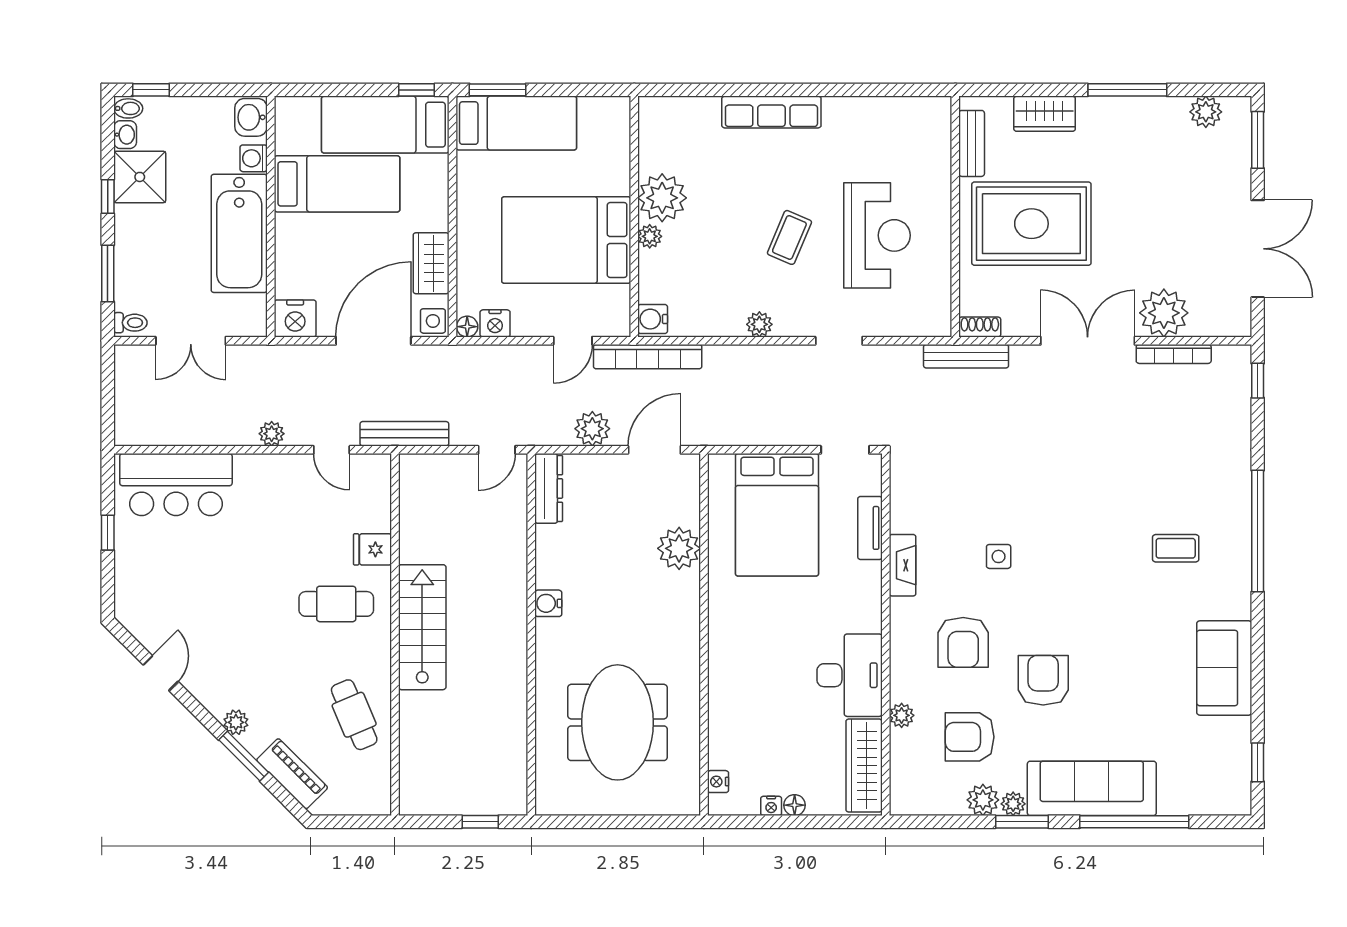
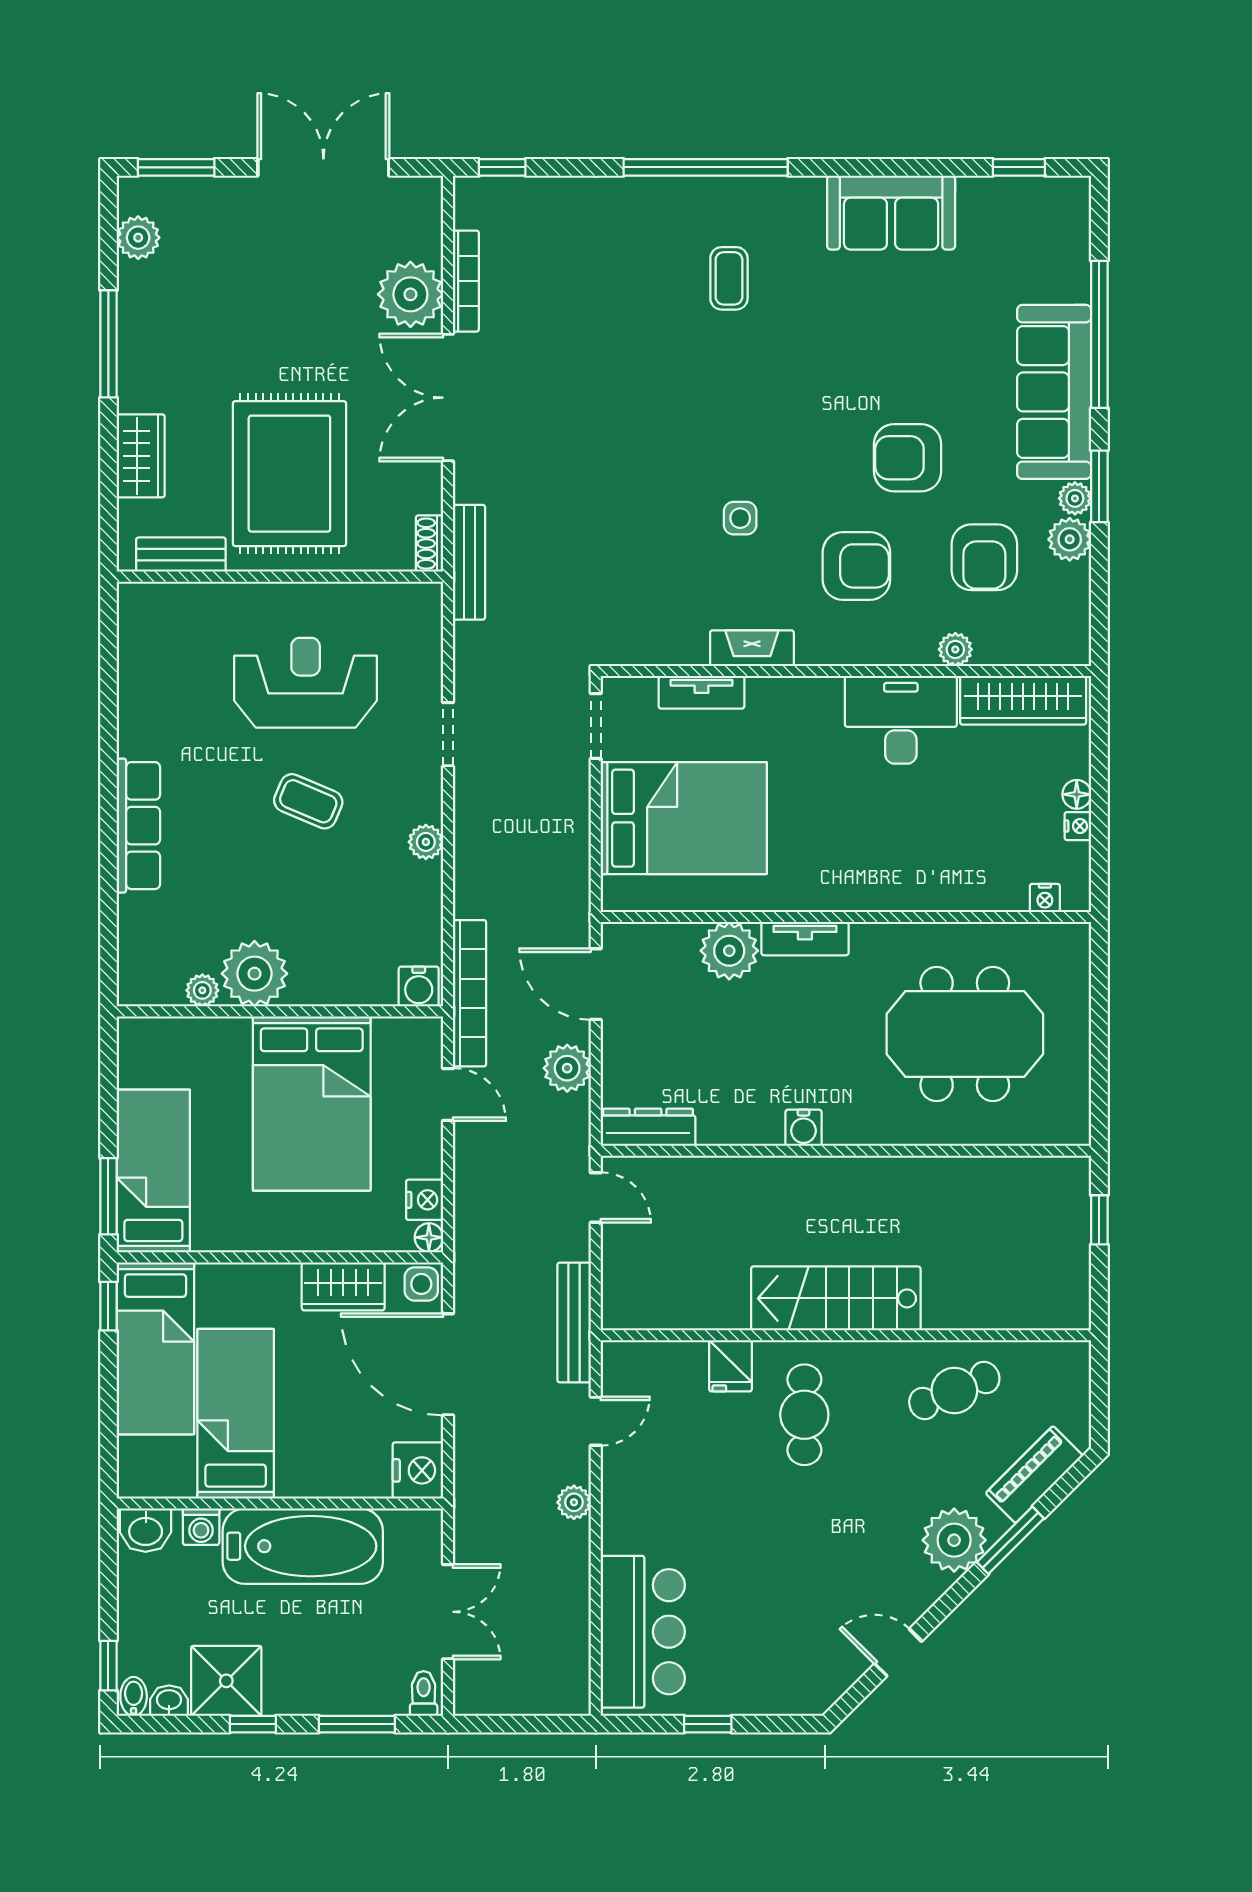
plant: (650, 236) -> (202, 990), moved
tv unit: (688, 604) -> (805, 939), added
plant: (236, 722) -> (954, 1540), width x1.88, depth x1.88

